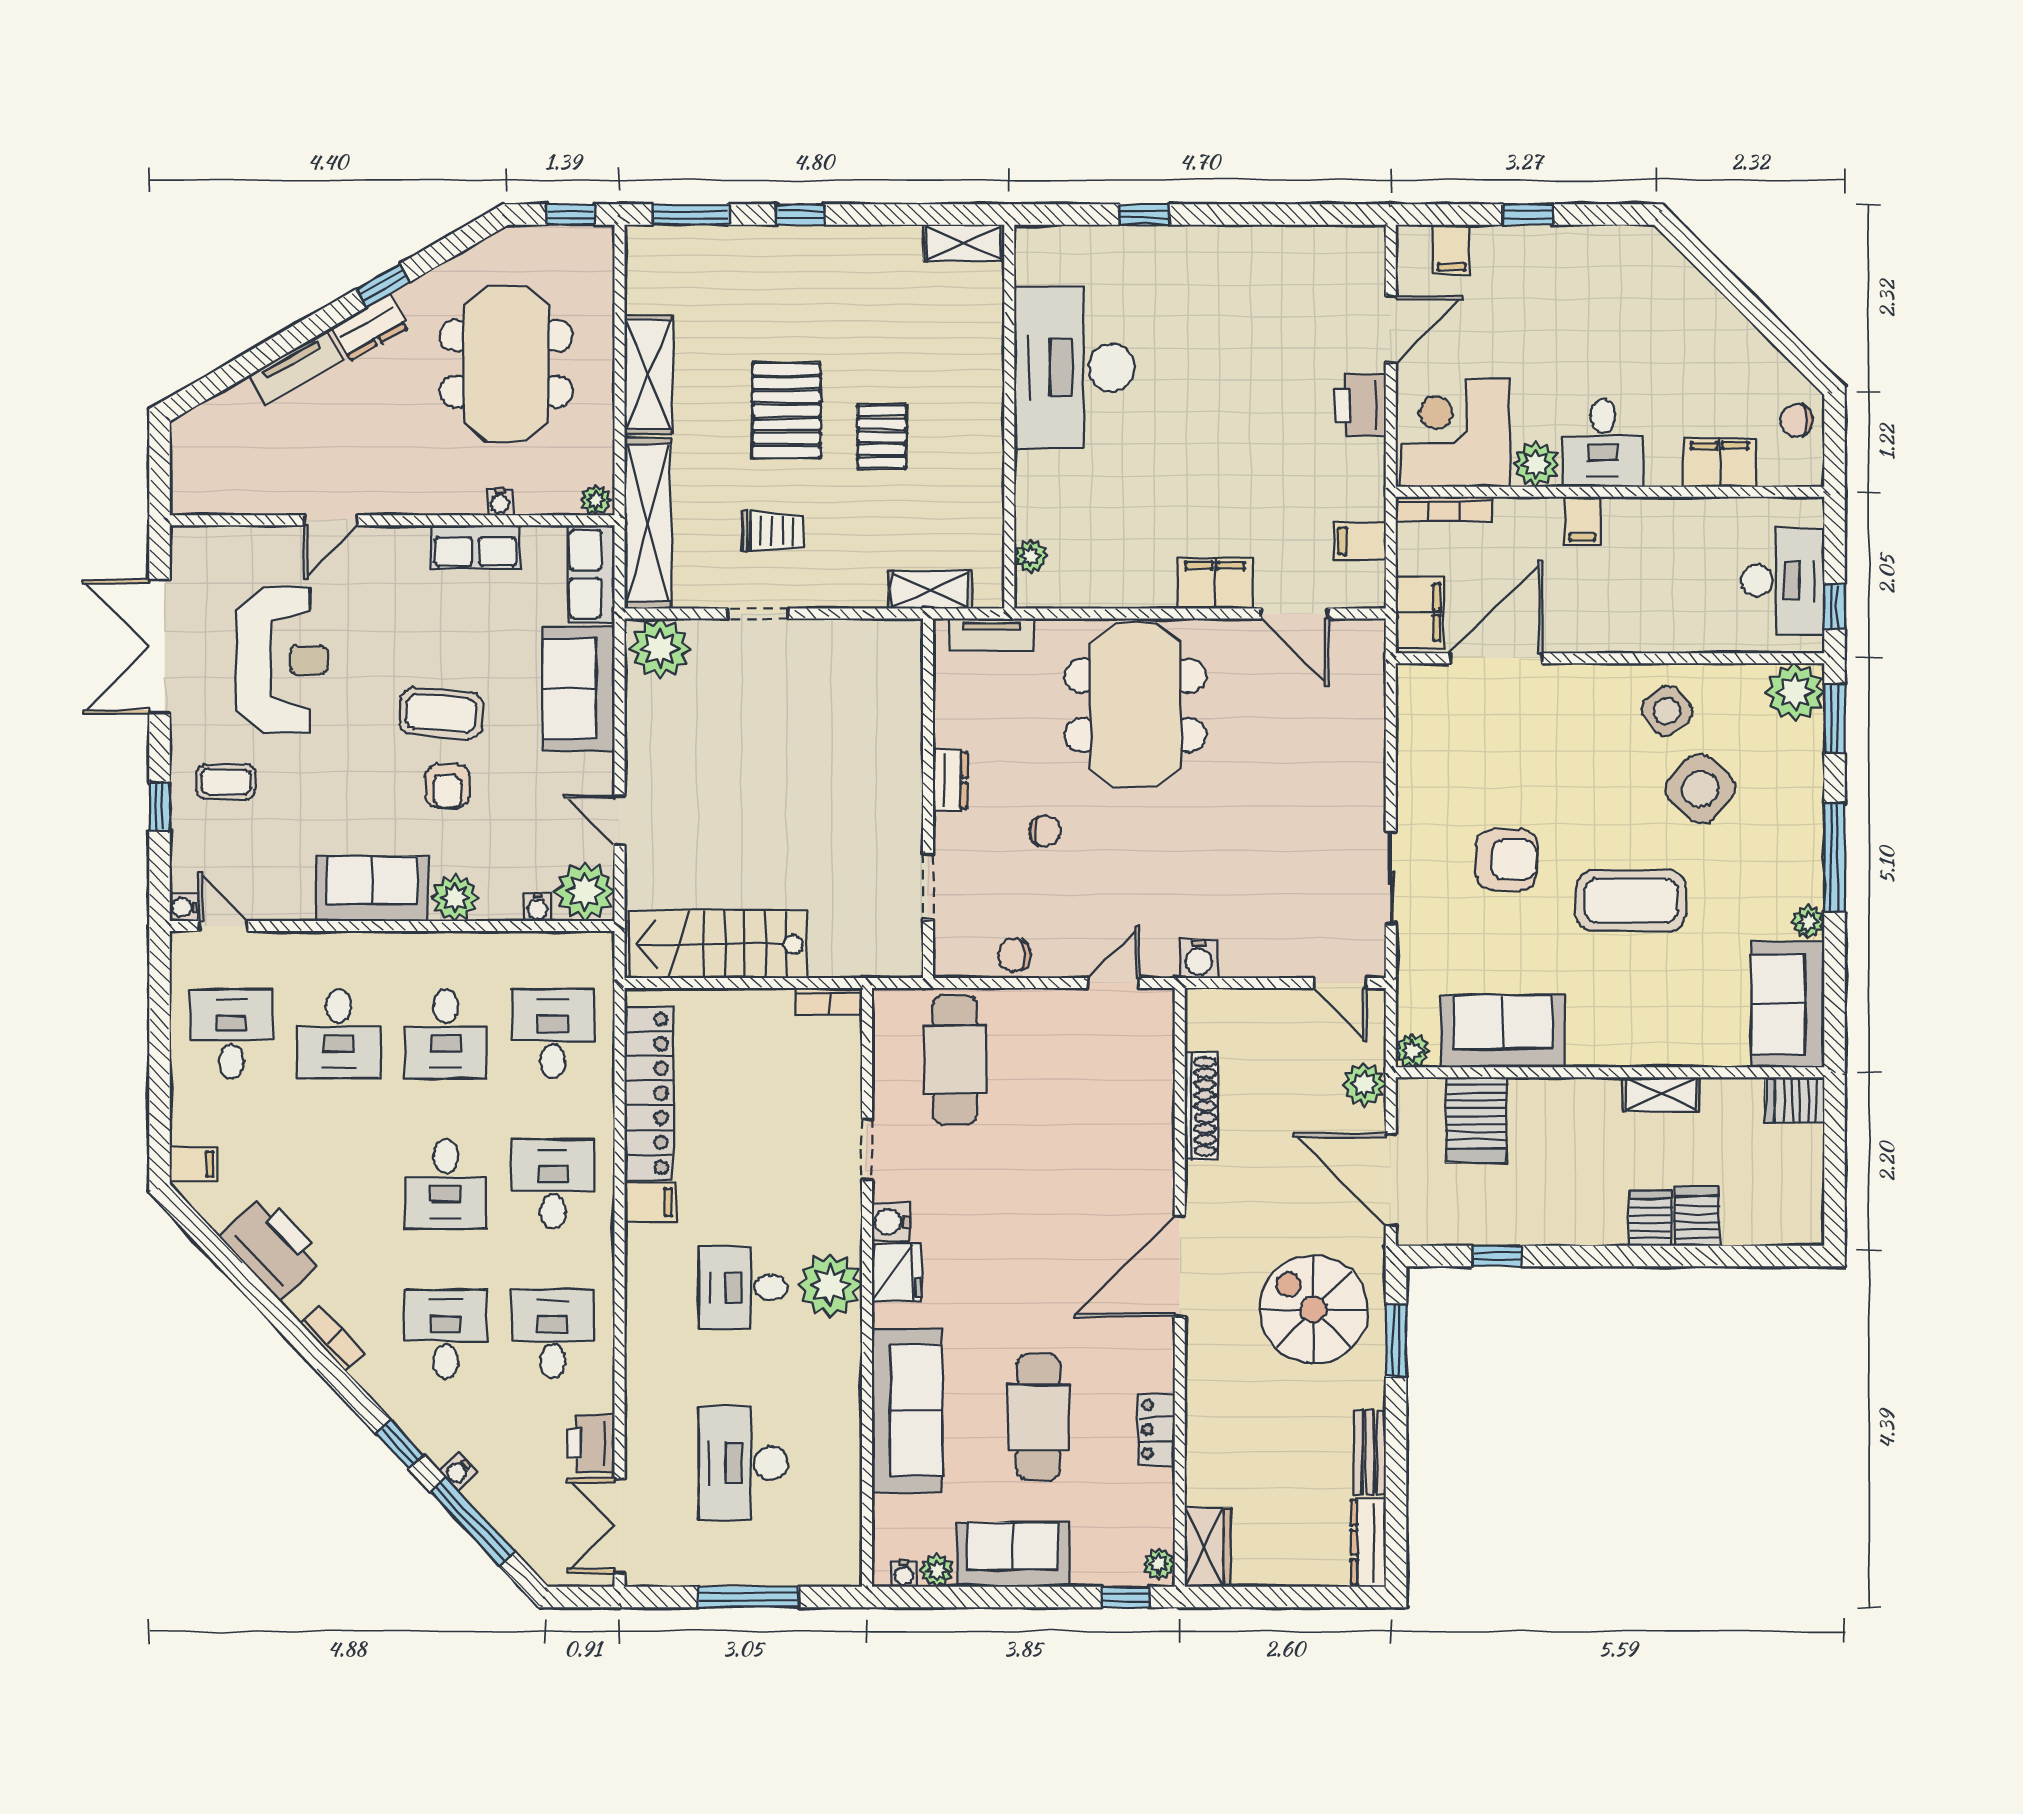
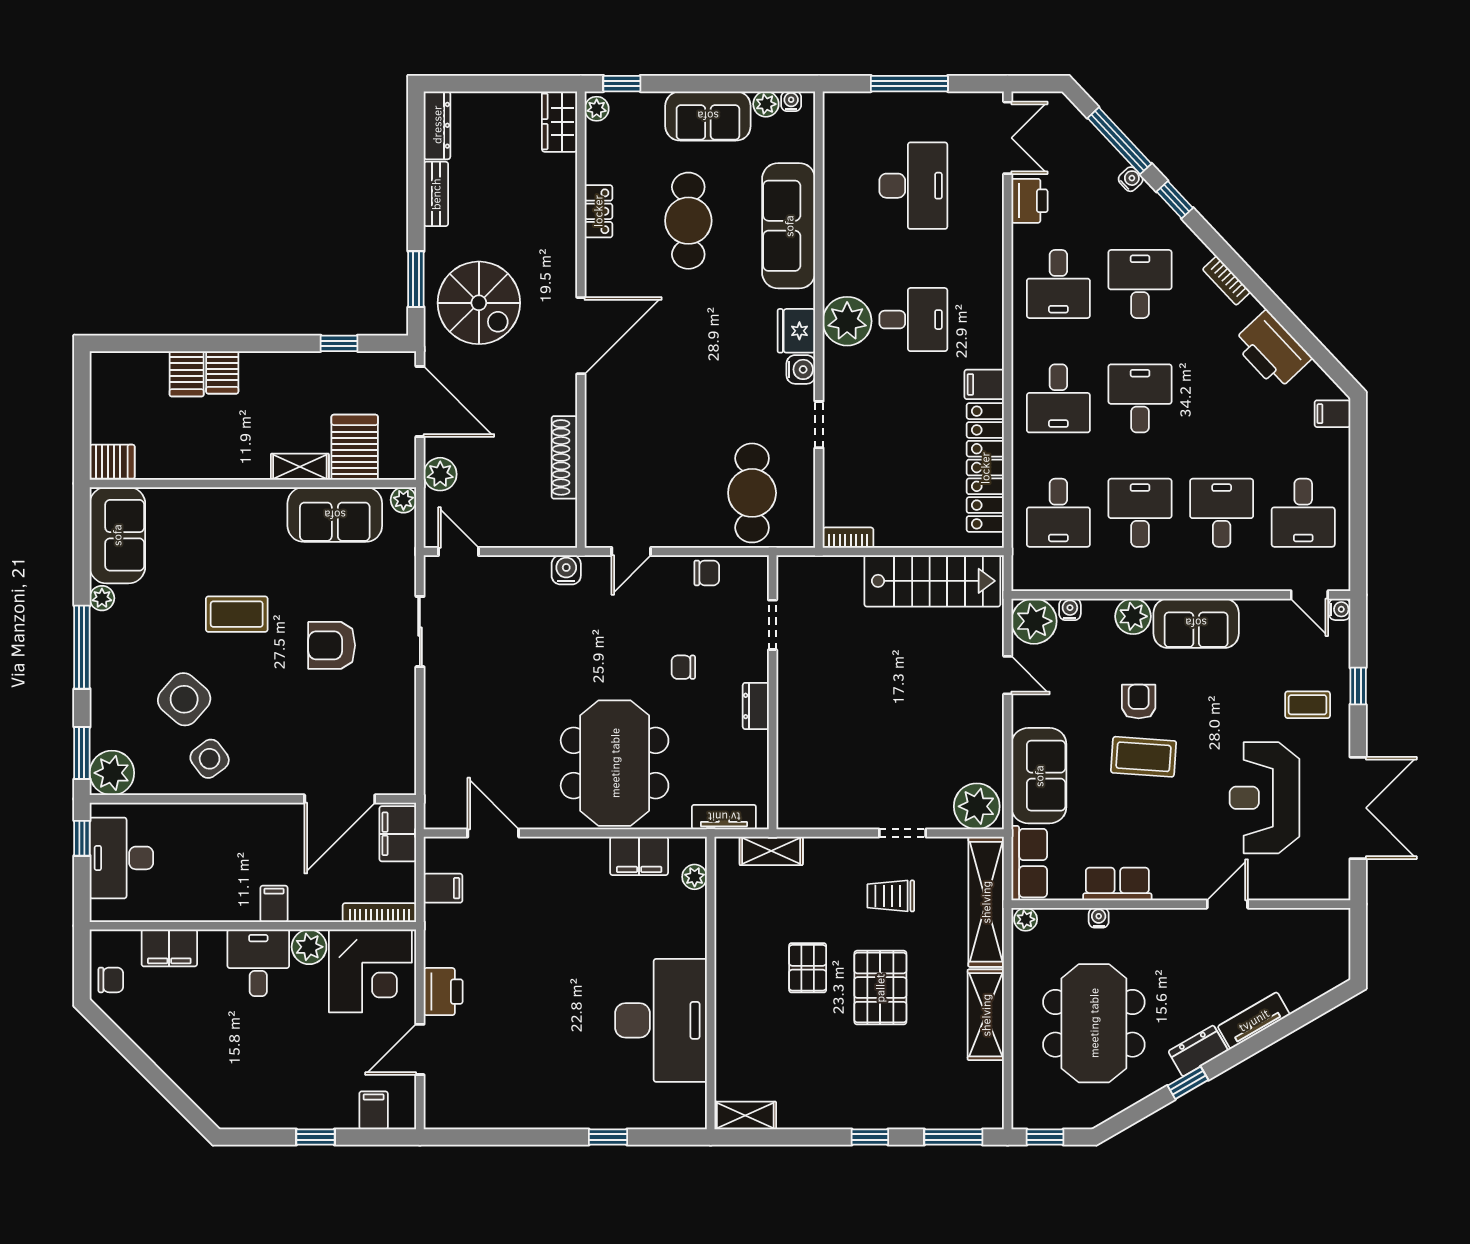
filing cabinet: (1215, 583) -> (639, 856), moved
coffee table: (1631, 901) -> (237, 614), width x0.73, depth x0.76
shelving: (1661, 1094) -> (300, 467), moved
desk: (446, 1334) -> (1140, 284), turned 180

